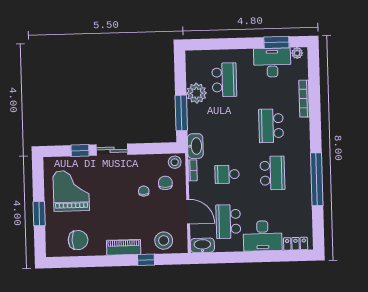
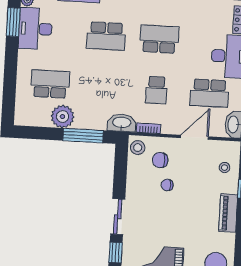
stool: (164, 241) -> (225, 167), width x0.53, depth x0.53

